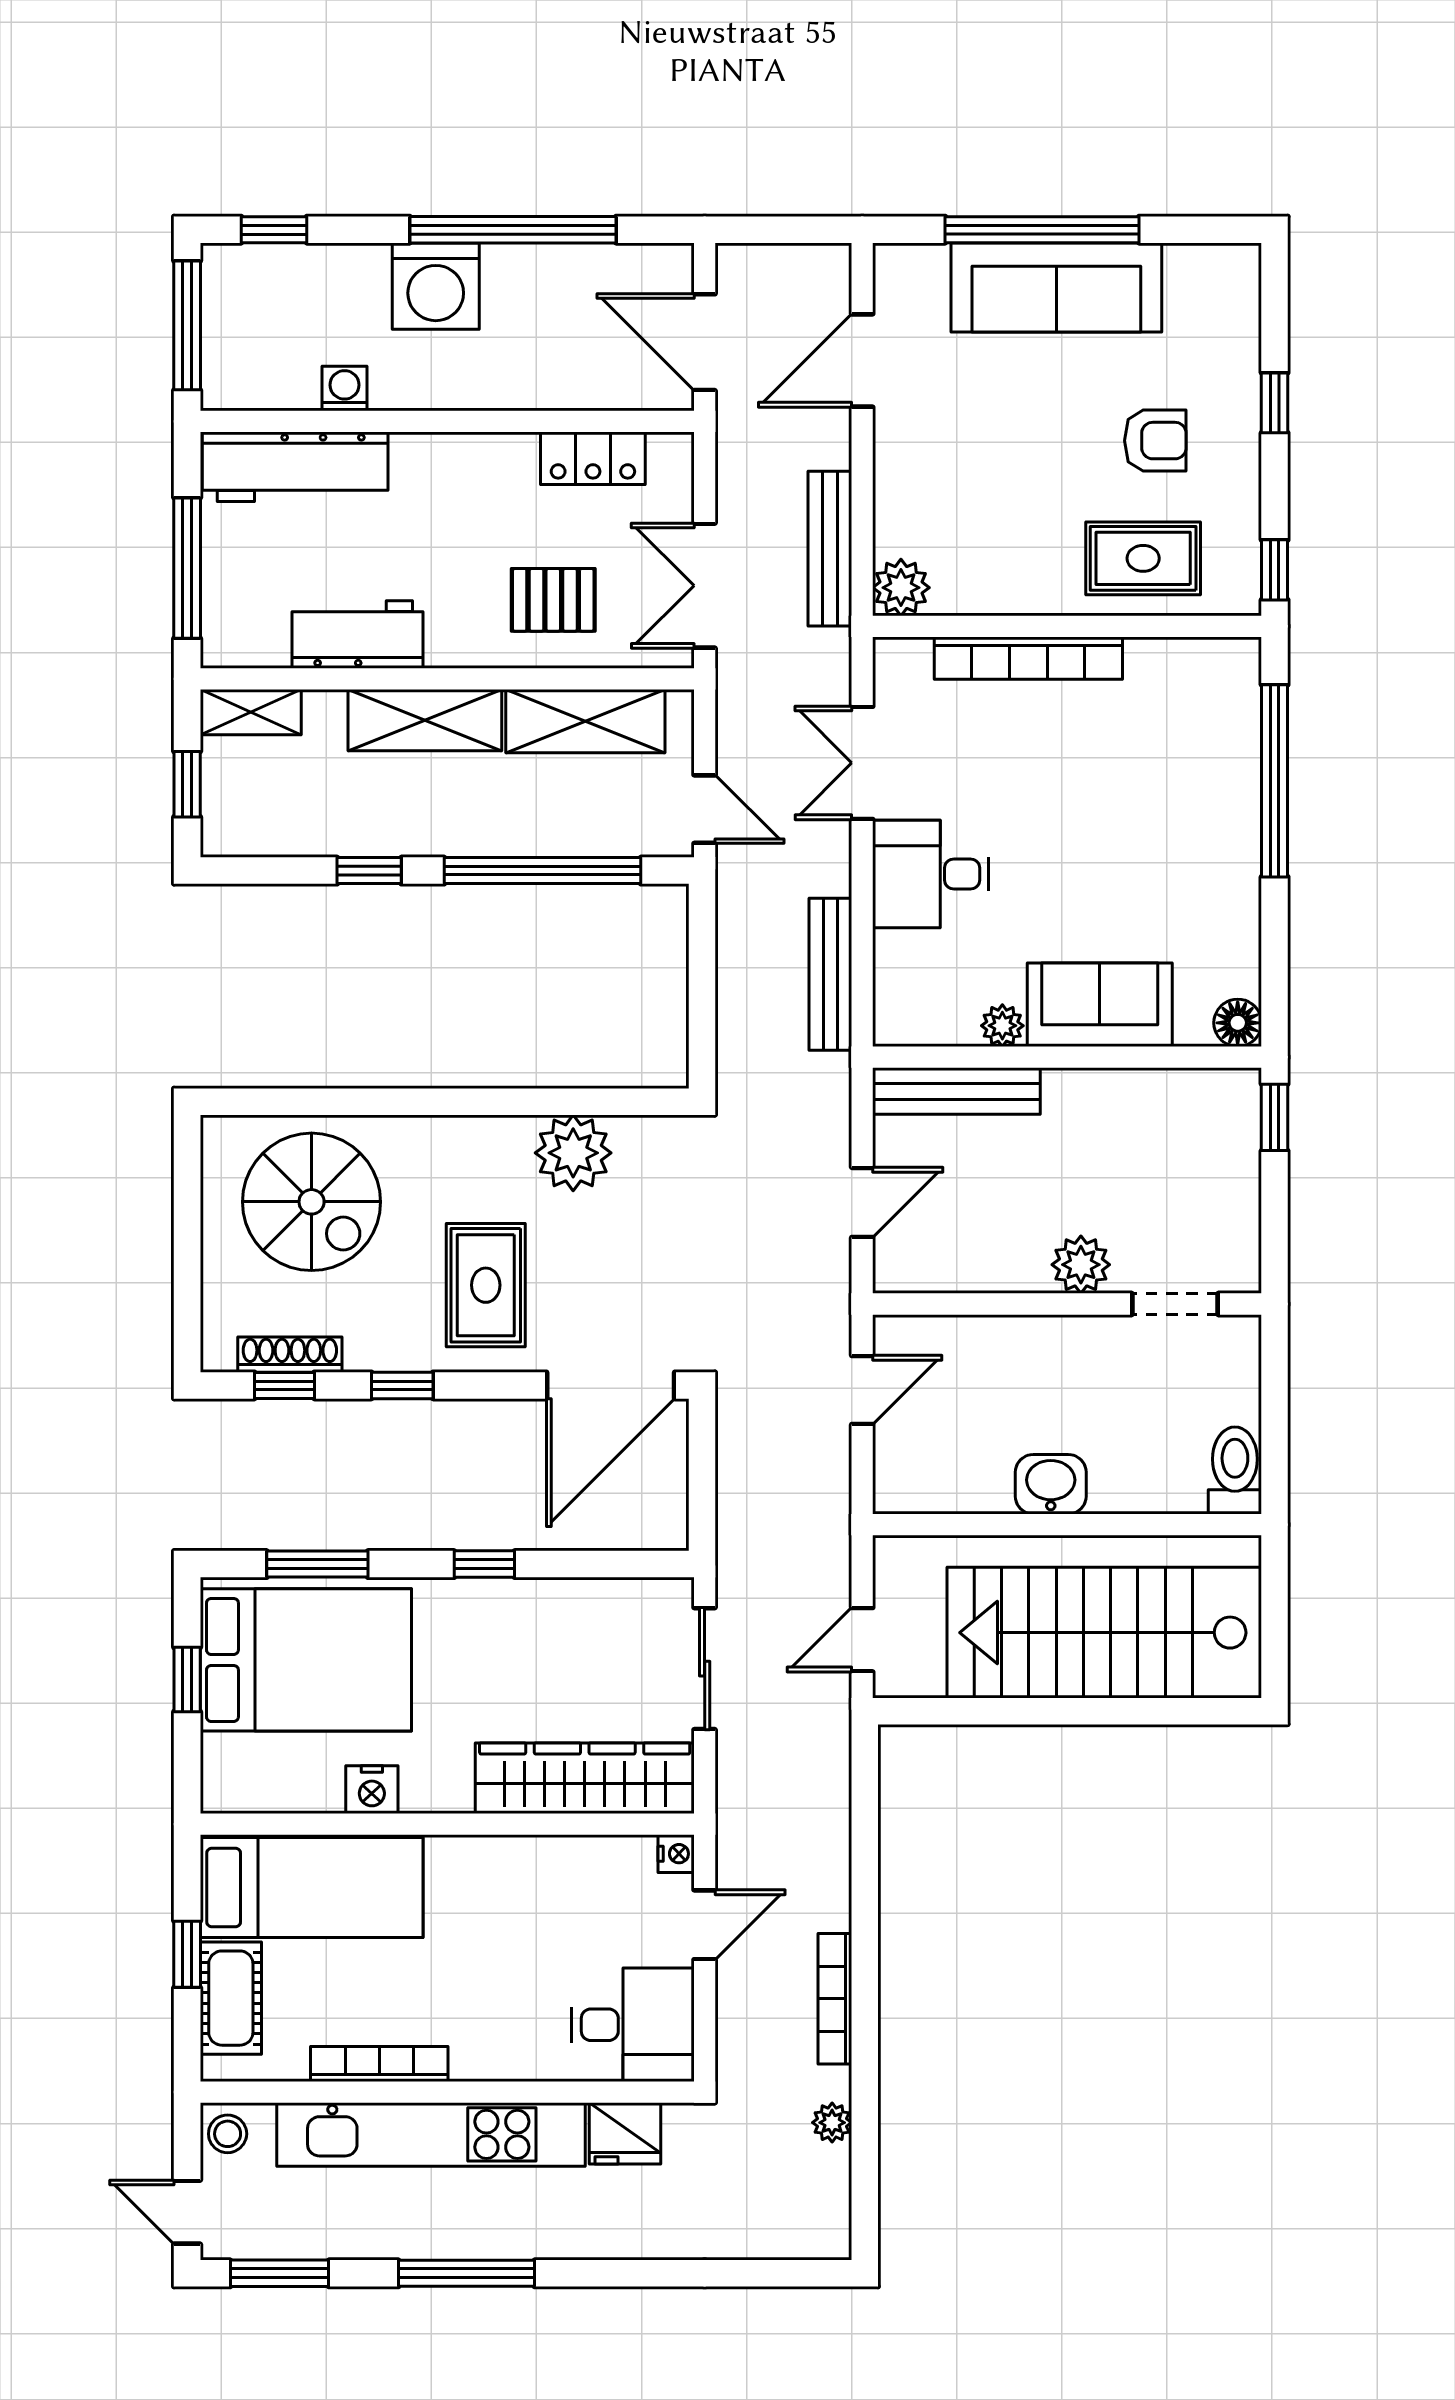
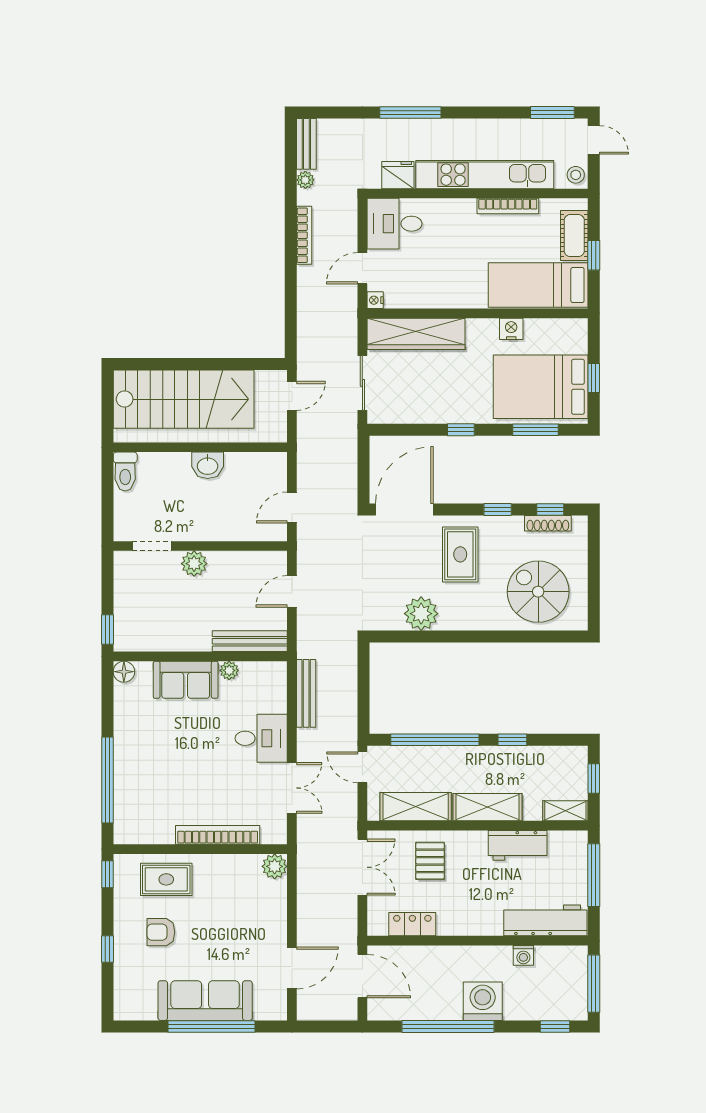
bench: (830, 549) -> (306, 144), moved, width x0.73
pallet: (553, 600) -> (430, 861), turned 90
window: (467, 2273) -> (410, 112), moved

